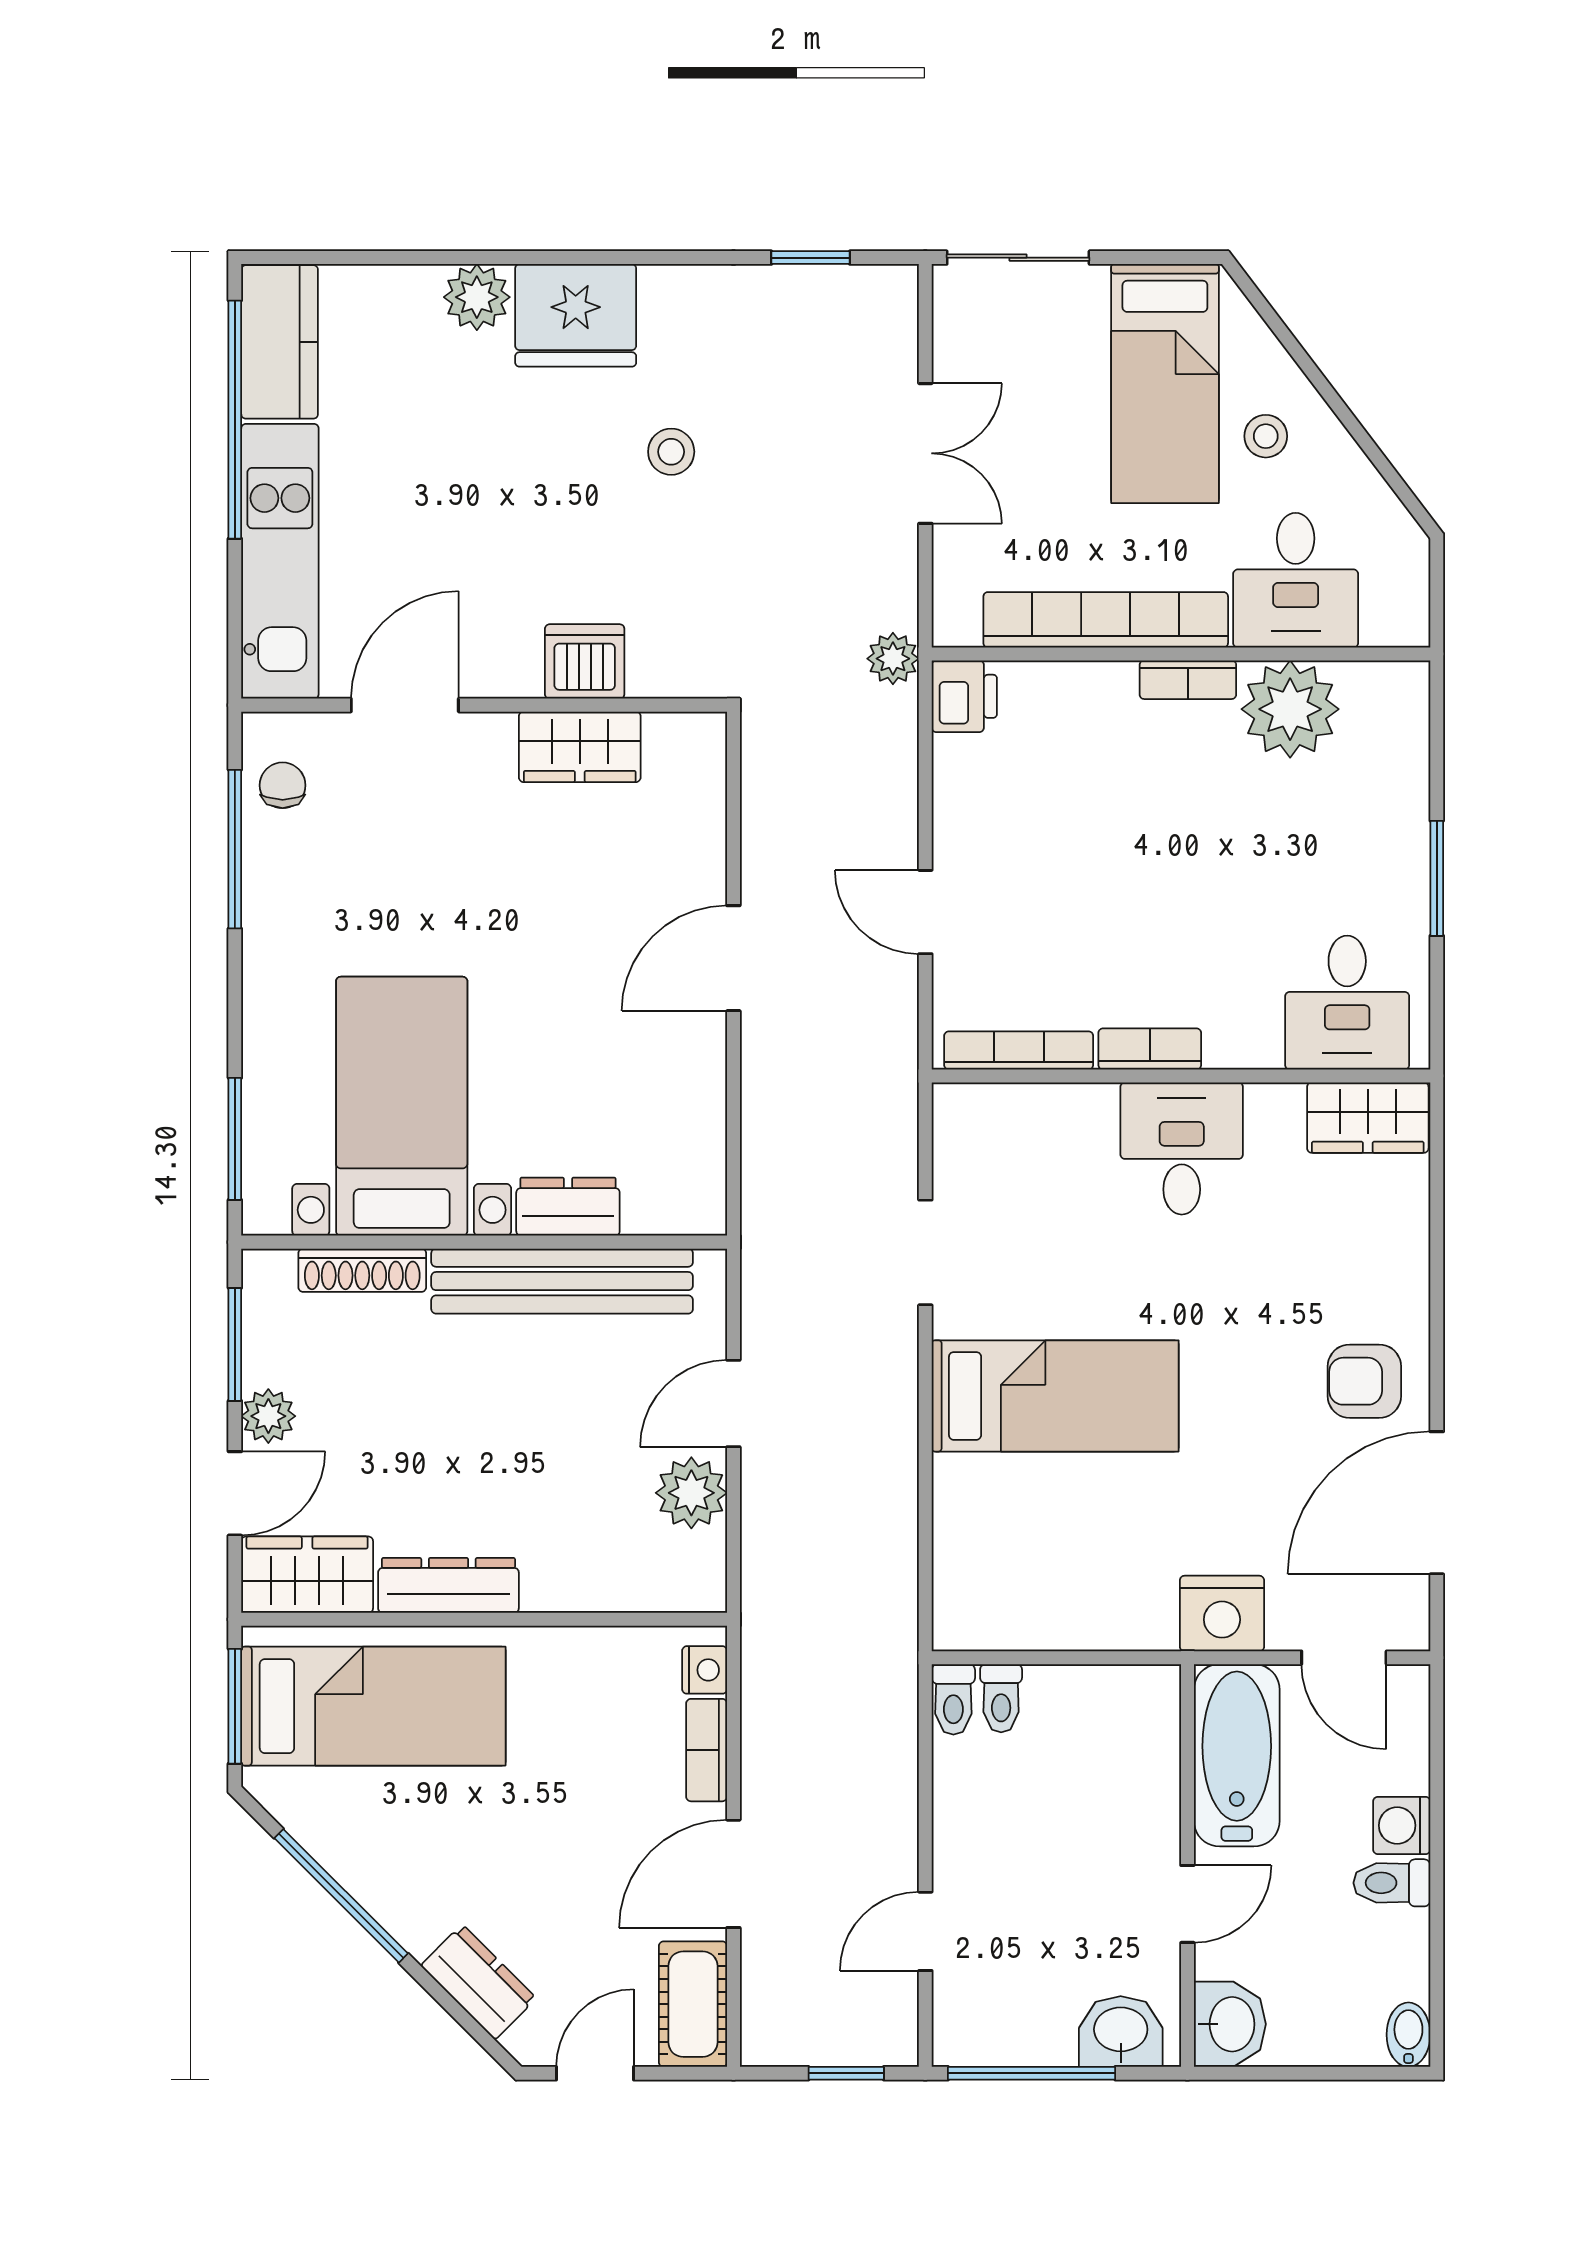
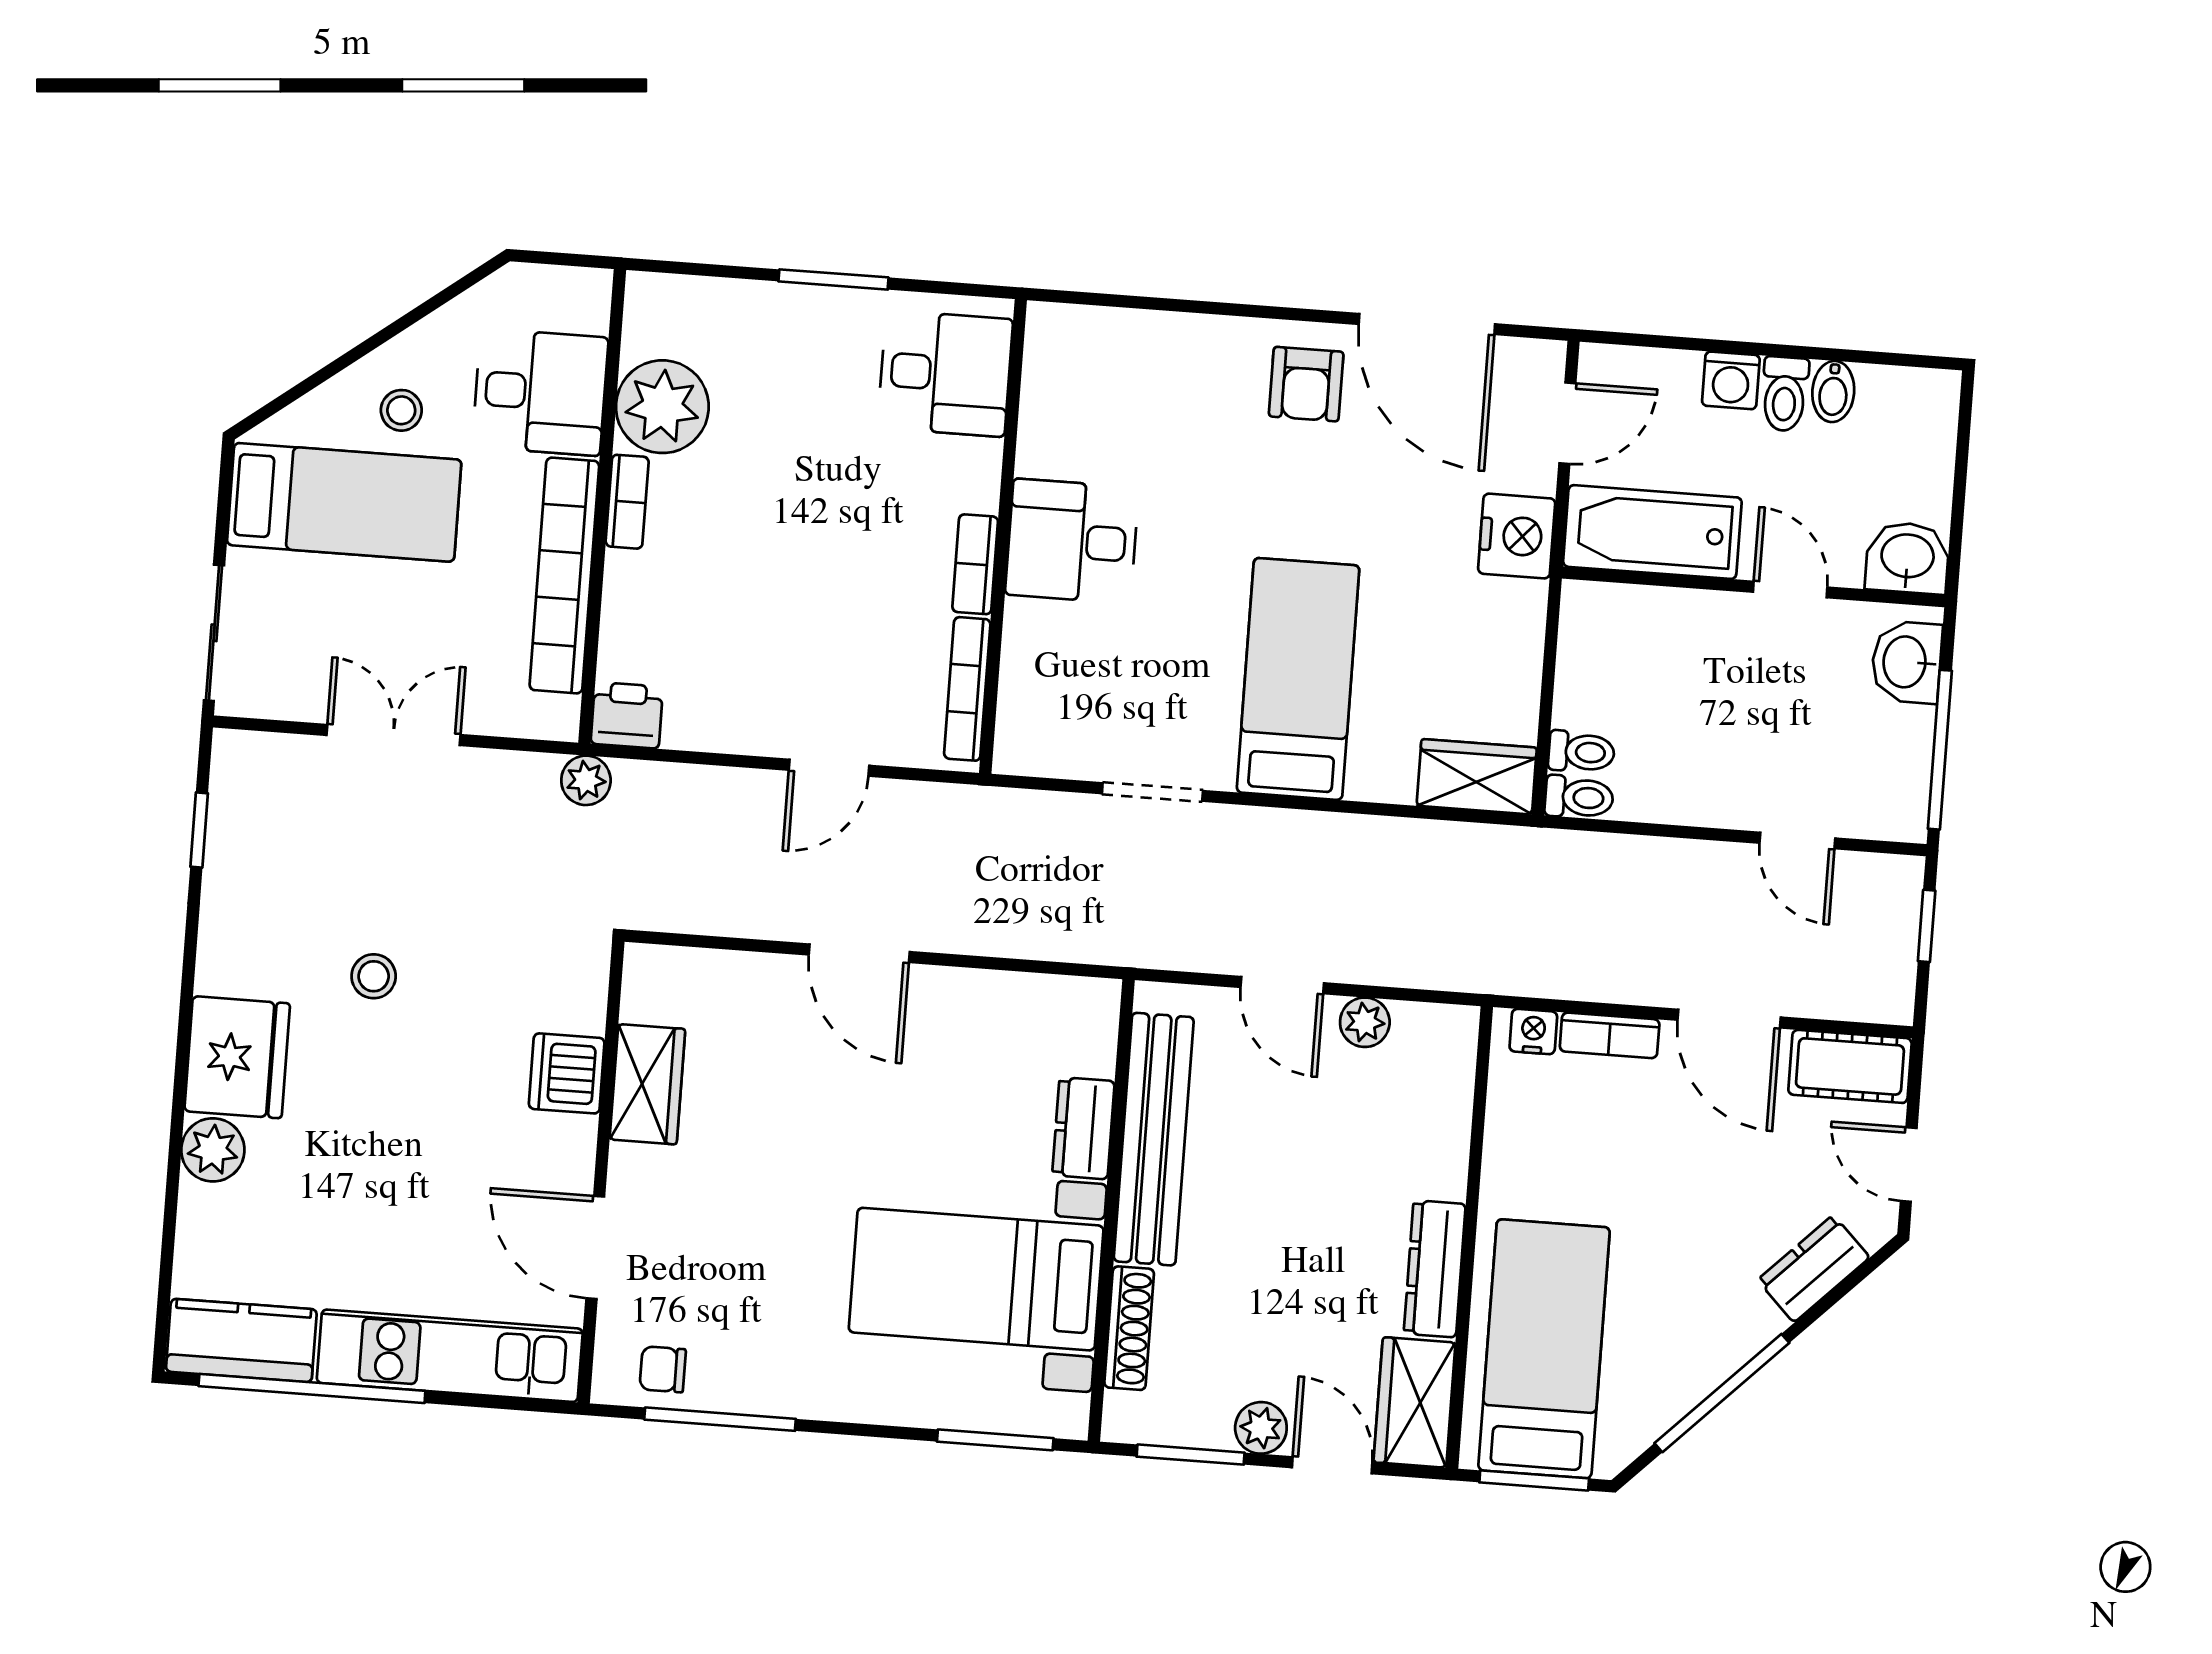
wardrobe: (1368, 1118) -> (1477, 777), moved, turned -90
plant: (691, 1493) -> (1365, 1022), width x0.73, depth x0.73
bidet: (1408, 2035) -> (1833, 392), moved, turned -90

